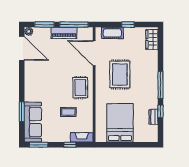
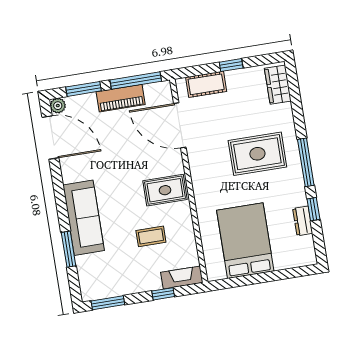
rug: (120, 74) -> (257, 154), moved, turned 90
rug: (80, 88) -> (165, 190), turned 90
sofa: (33, 122) -> (84, 218), moved

